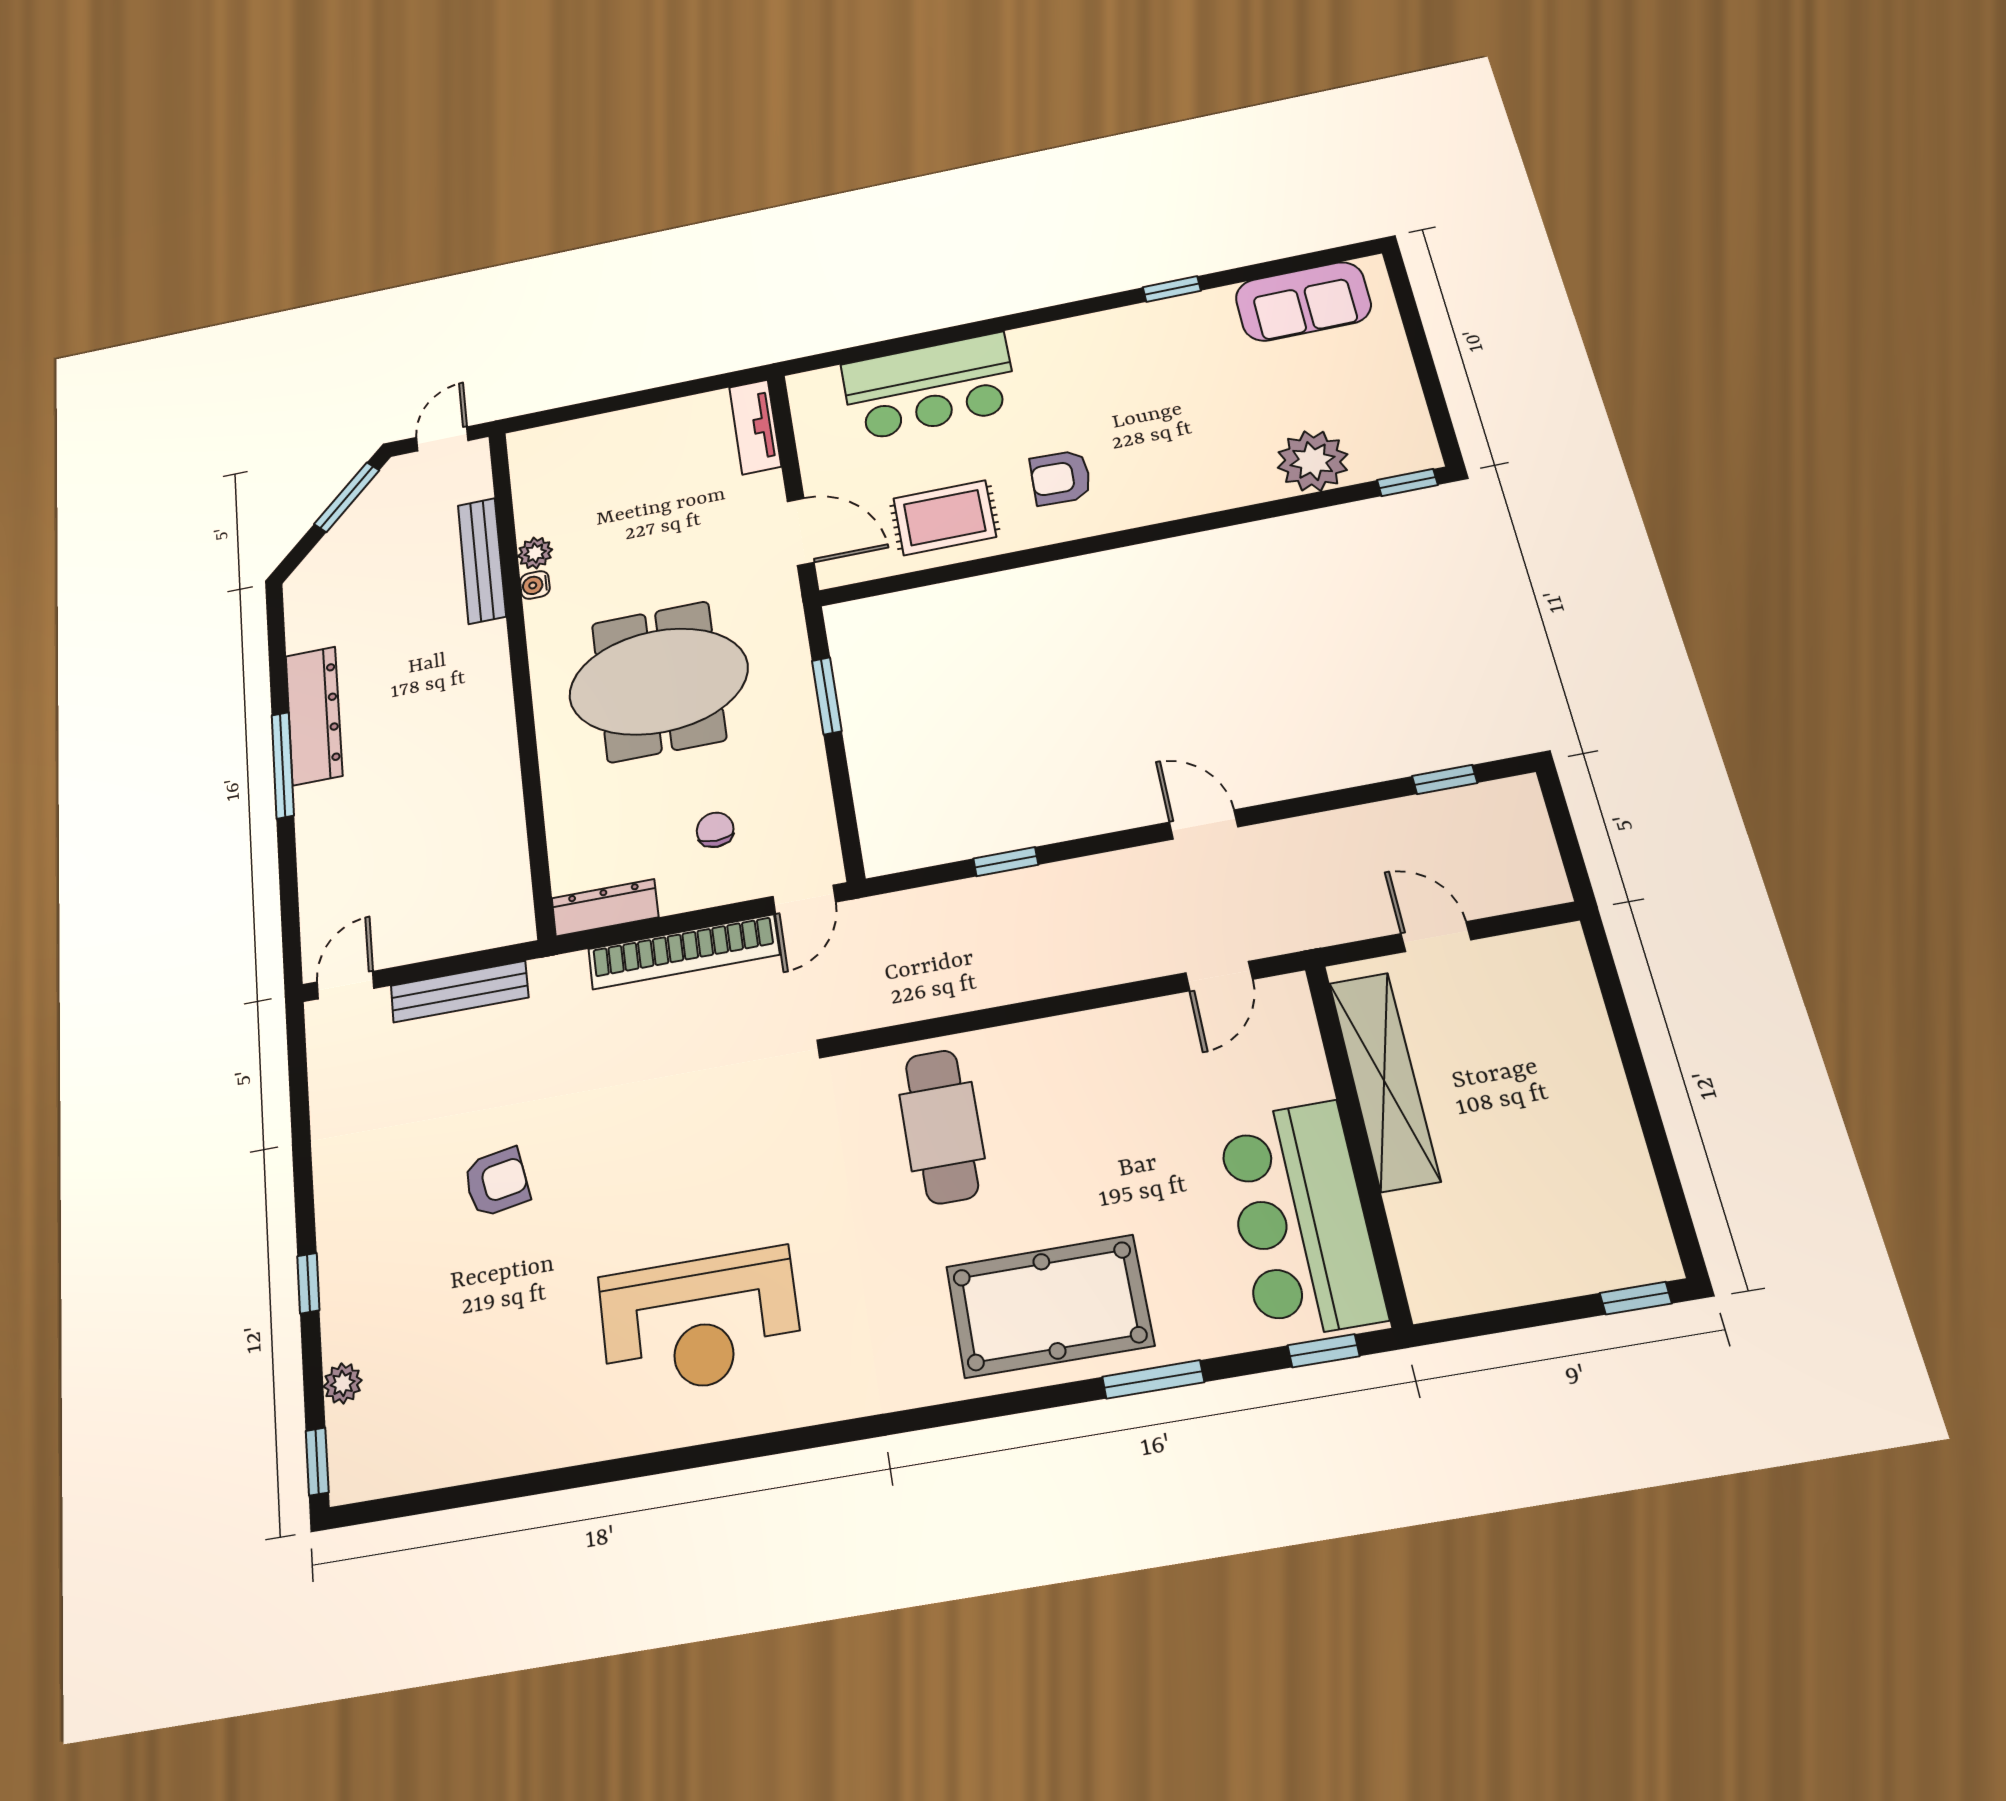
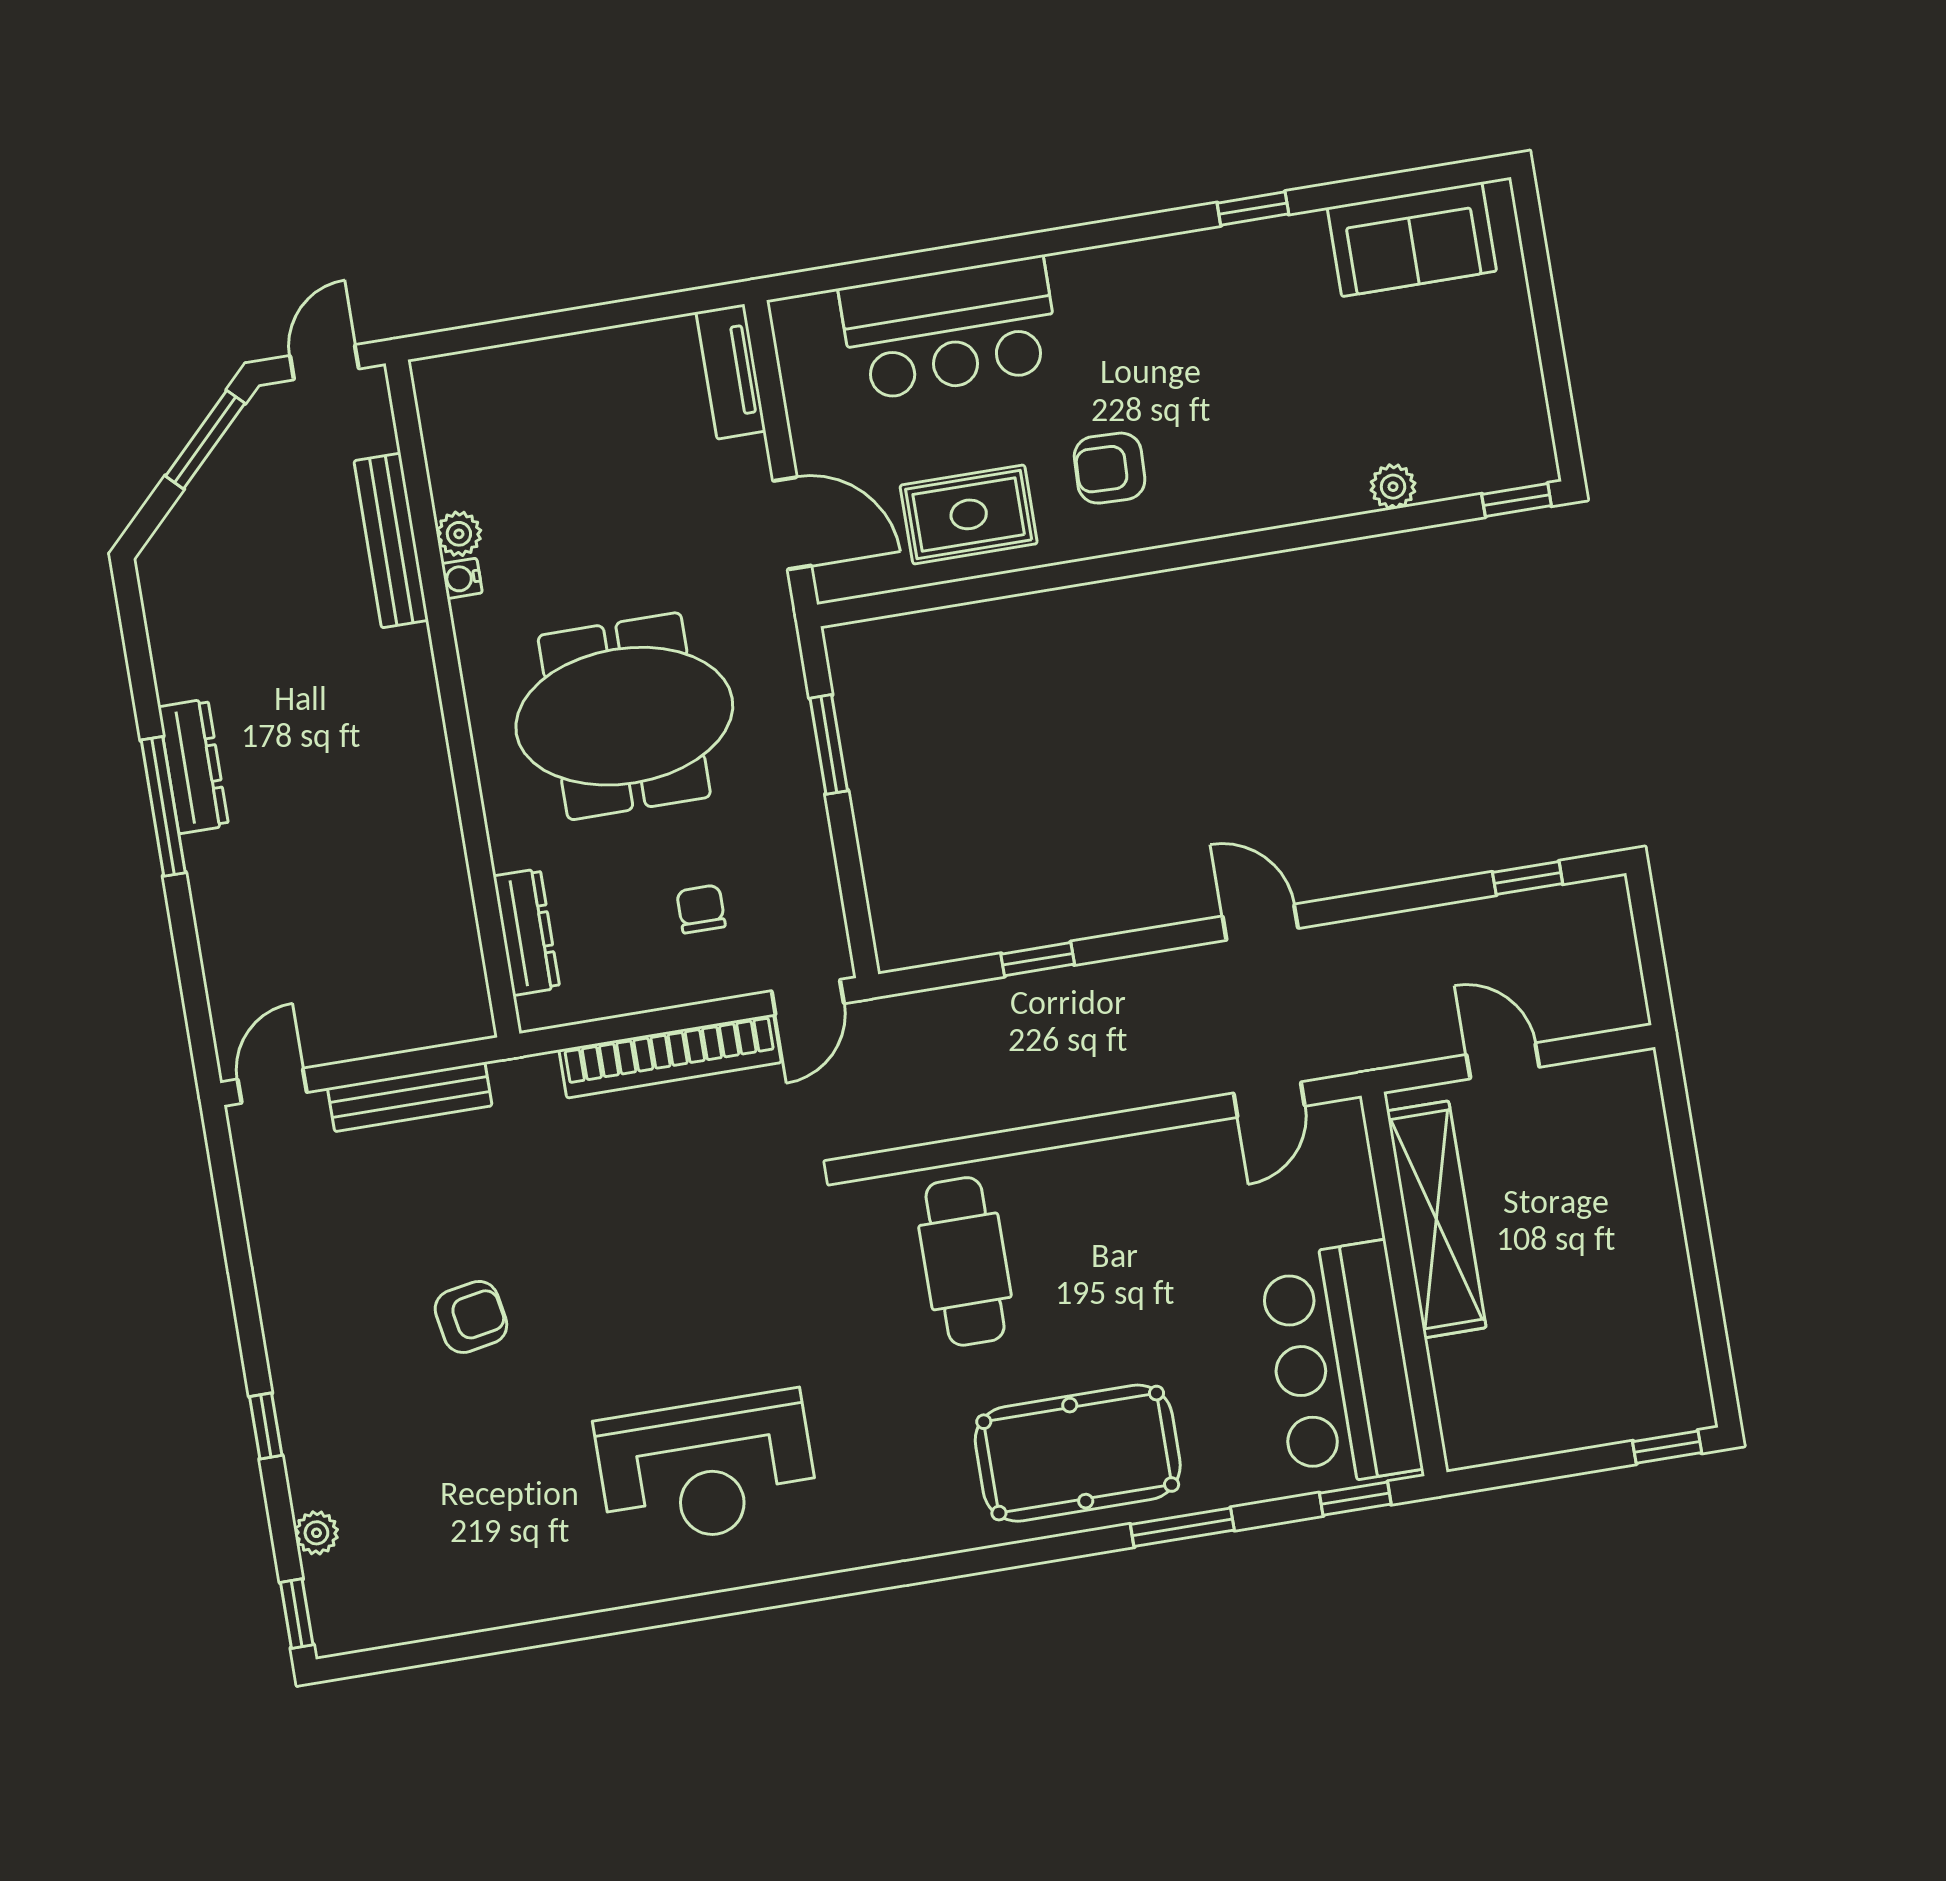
plant: (1313, 461) -> (1393, 487), width x0.53, depth x0.53
dresser: (314, 715) -> (193, 766), width x0.73, depth x0.80
dresser: (605, 908) -> (526, 932), moved, turned 90

